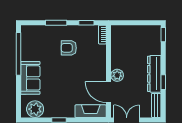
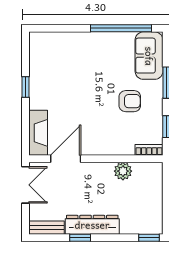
armchair: (69, 48) -> (130, 101), turned 90
plant: (117, 75) -> (123, 171), moved
sofa: (30, 78) -> (149, 56), moved, turned 90
plant: (35, 109) -> (41, 52), removed

